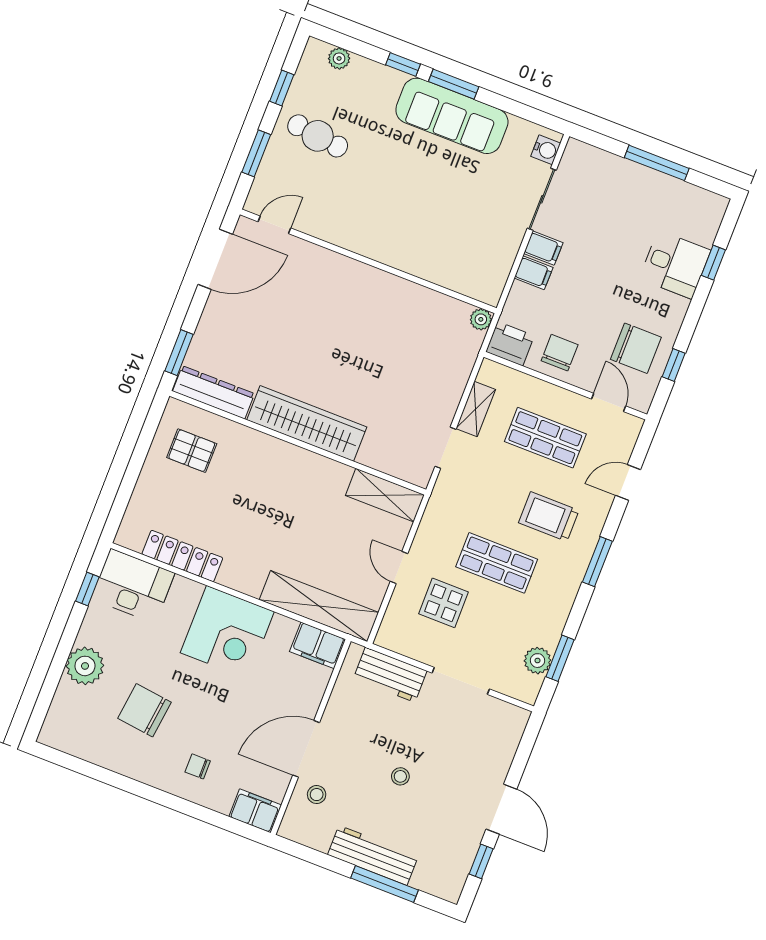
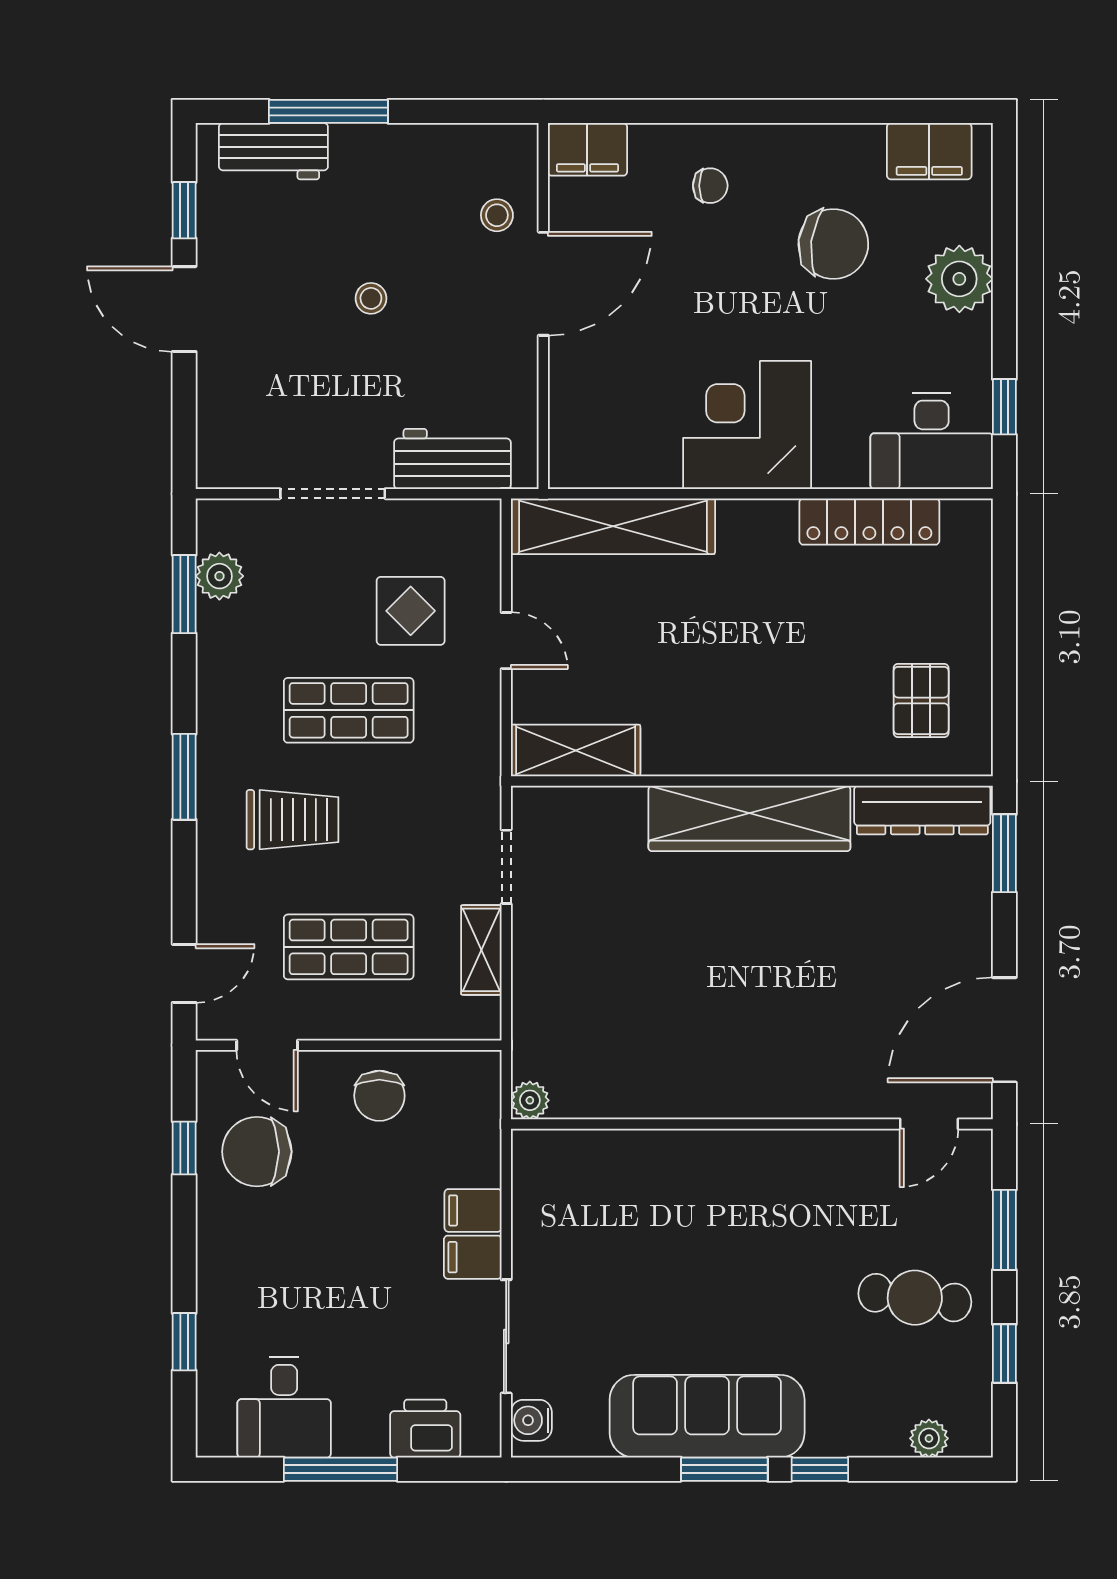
desk: (675, 264) -> (284, 1407), moved, turned -90
printer: (510, 344) -> (425, 1429), moved, turned 180
pallet: (192, 451) -> (921, 700), turned 90
door: (628, 483) -> (184, 973), moved
filing cabinet: (318, 645) -> (929, 151), moved, turned 180
workbench: (373, 855) -> (273, 151), moved, width x0.73

